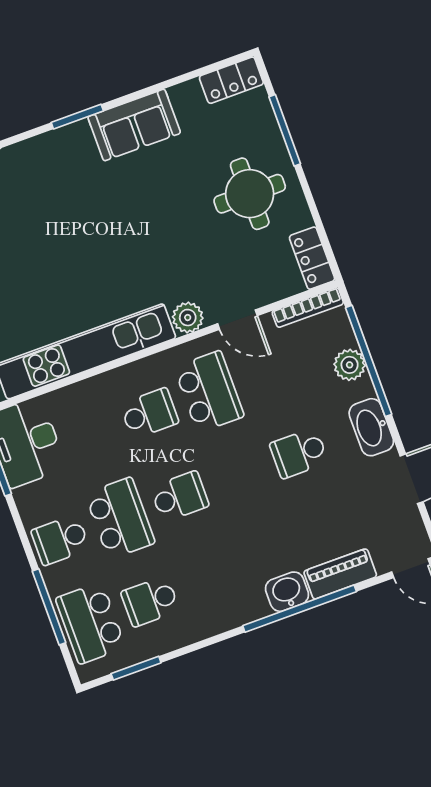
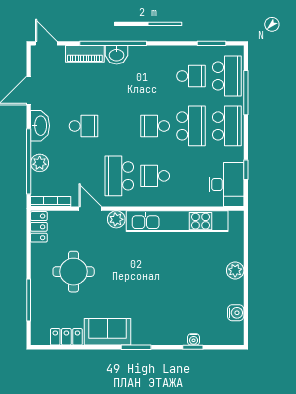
locker: (231, 80) -> (66, 337), moved
round table: (250, 194) -> (74, 272), moved
school desk: (120, 518) -> (191, 126), turned 180
school desk: (60, 540) -> (227, 126), width x1.85

